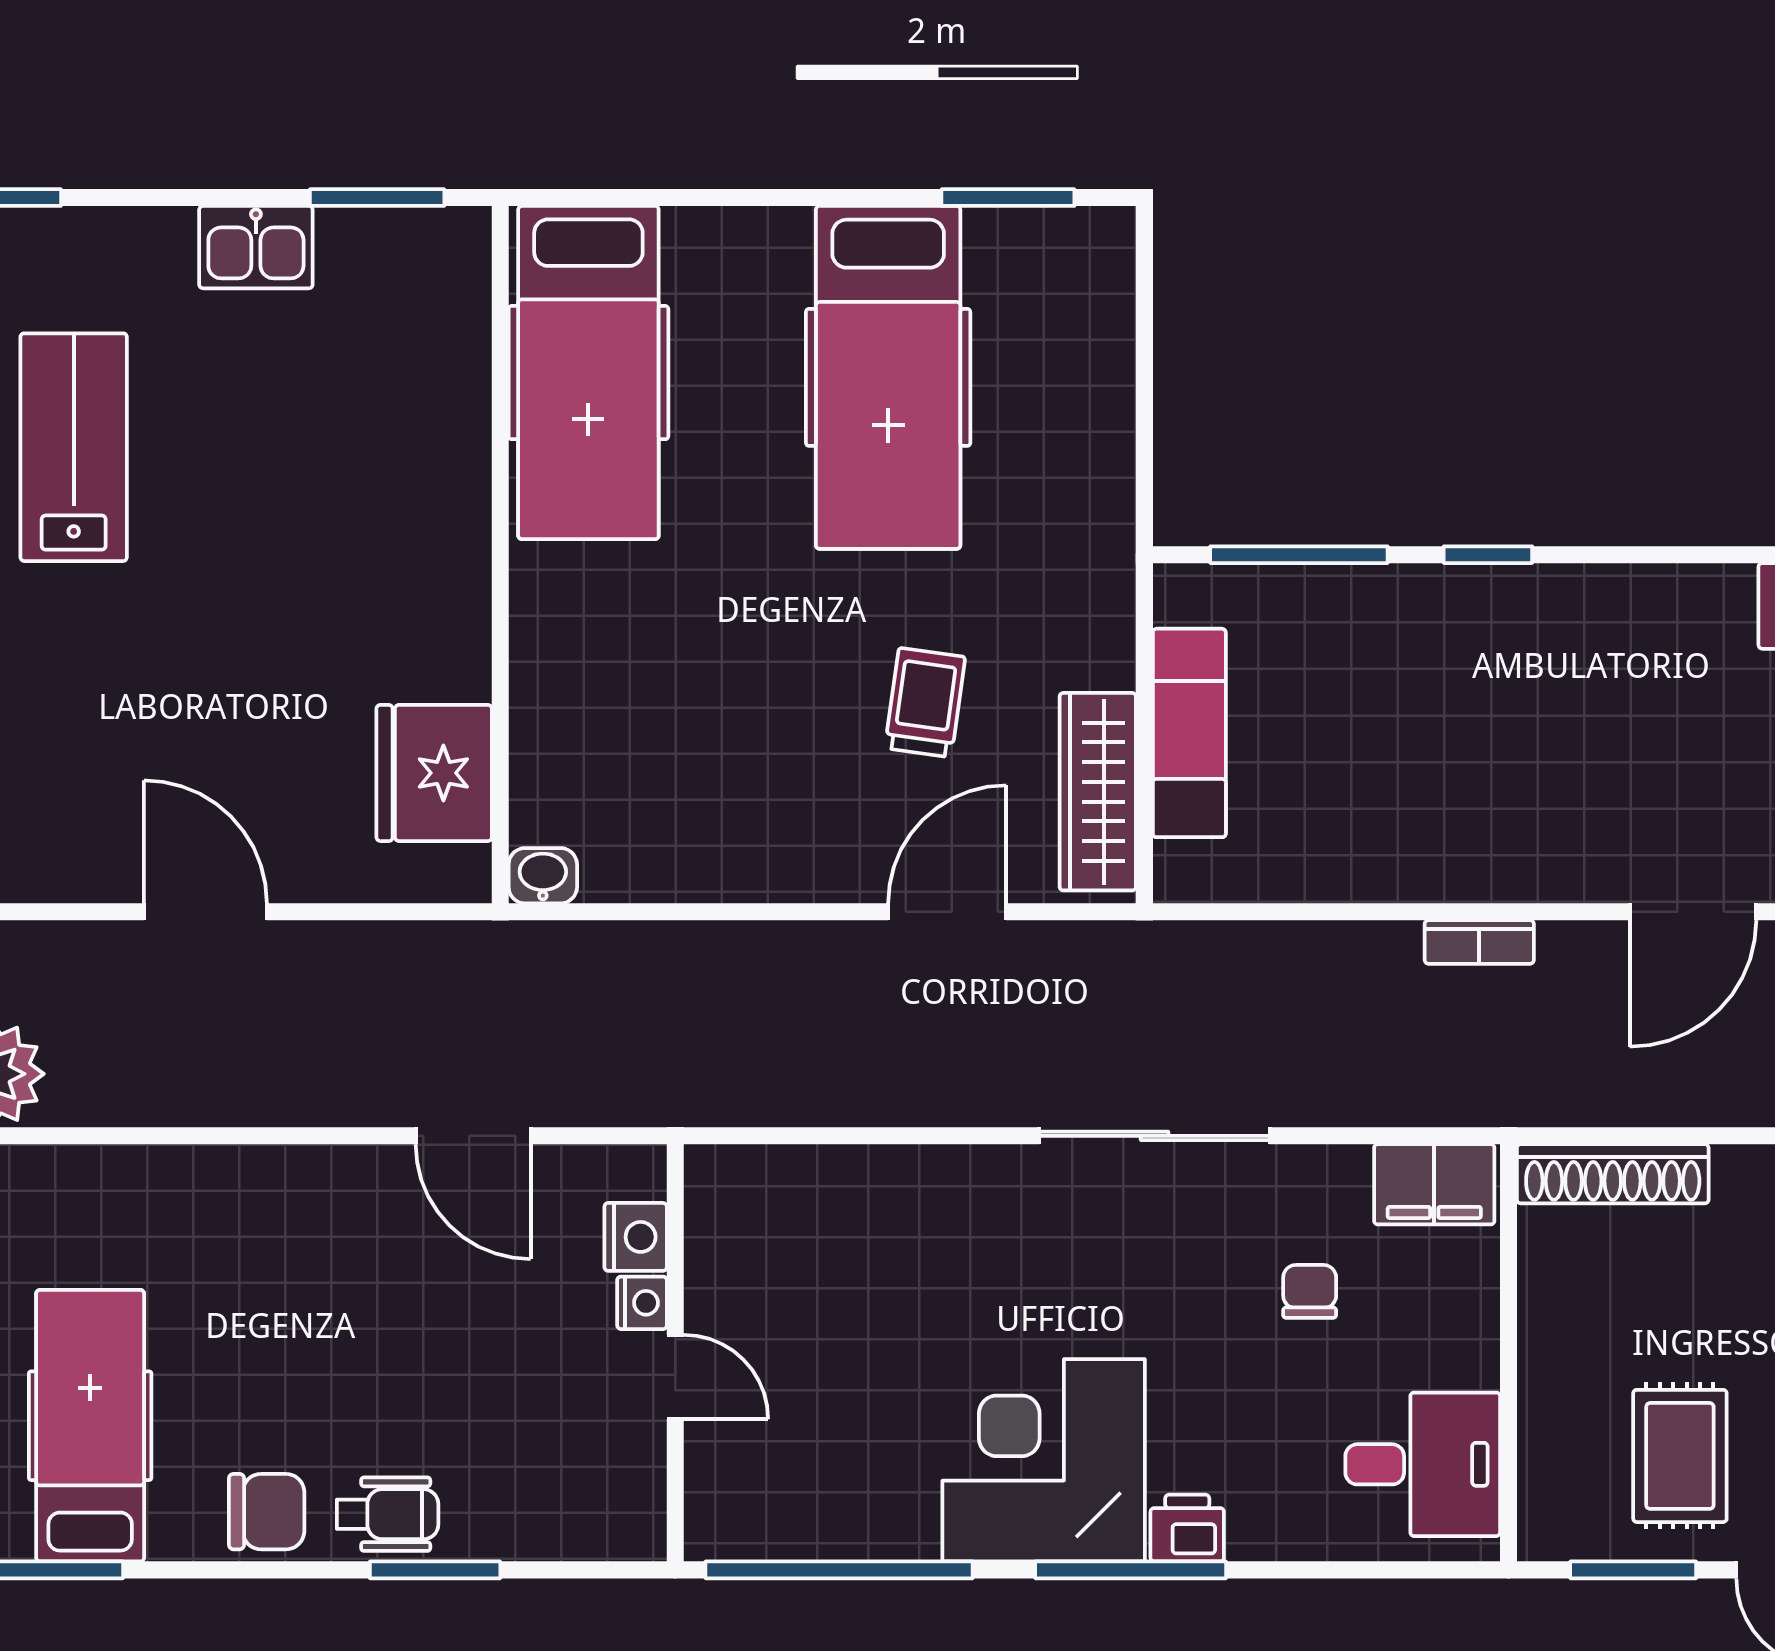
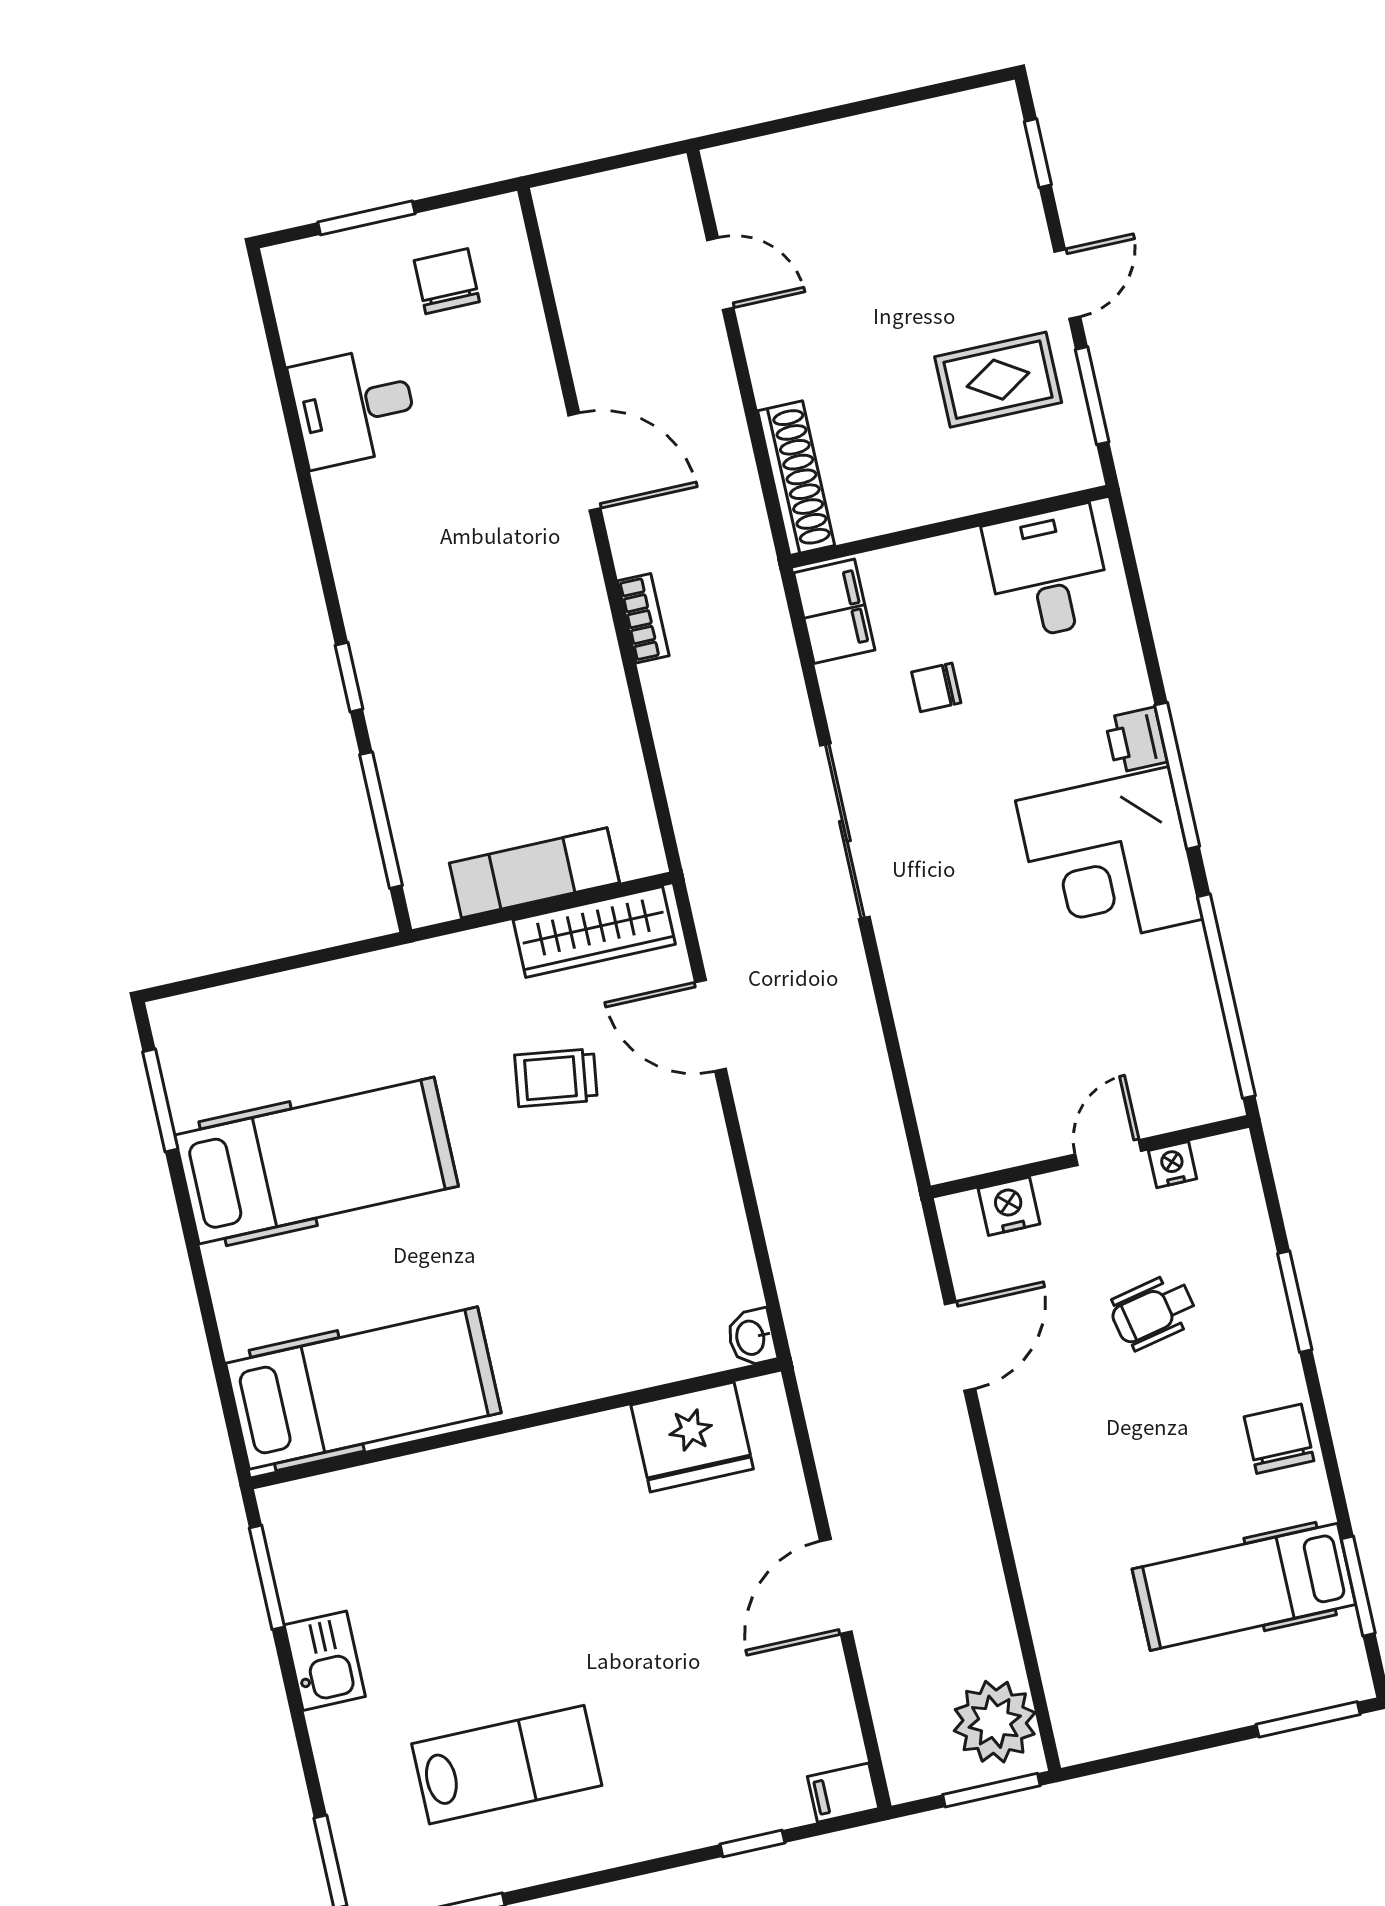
lab bench: (74, 447) -> (507, 1765), turned 180
nightstand: (642, 1303) -> (1173, 1165), moved
wheelchair: (388, 1514) -> (1153, 1312), moved, turned -102

